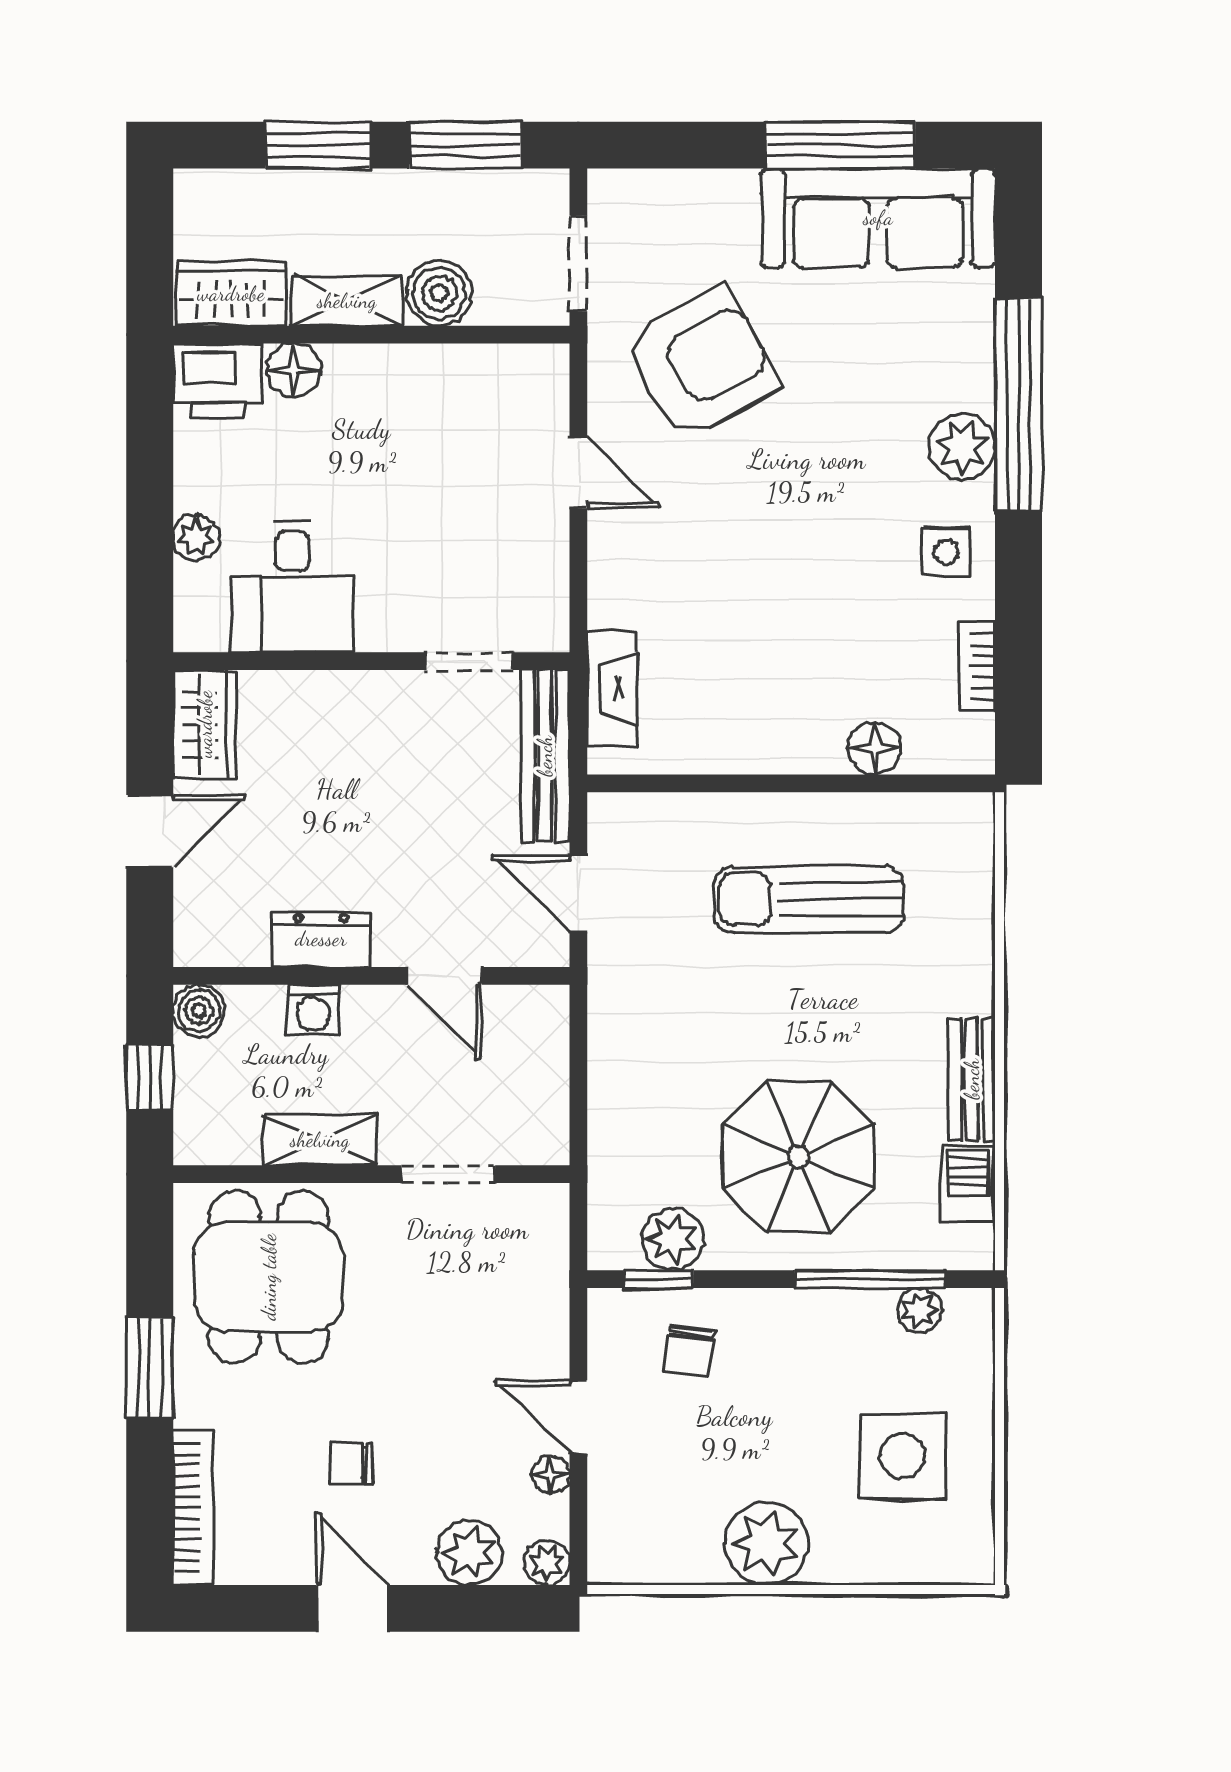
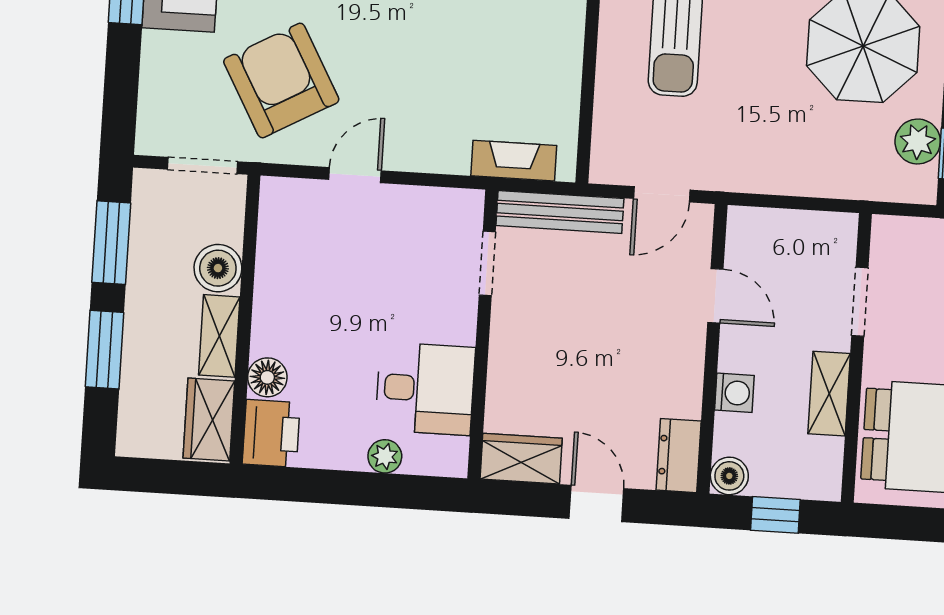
dresser: (321, 939) -> (679, 456), moved
door: (444, 976) -> (715, 296), hinge flipped

